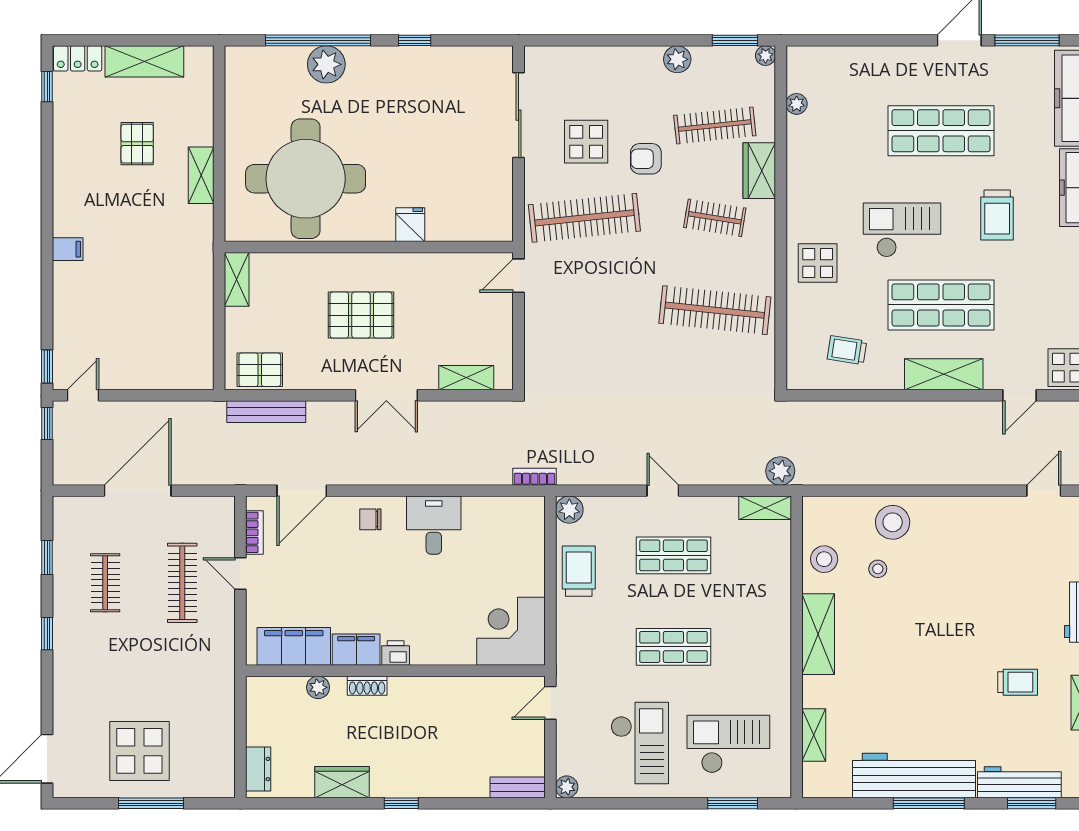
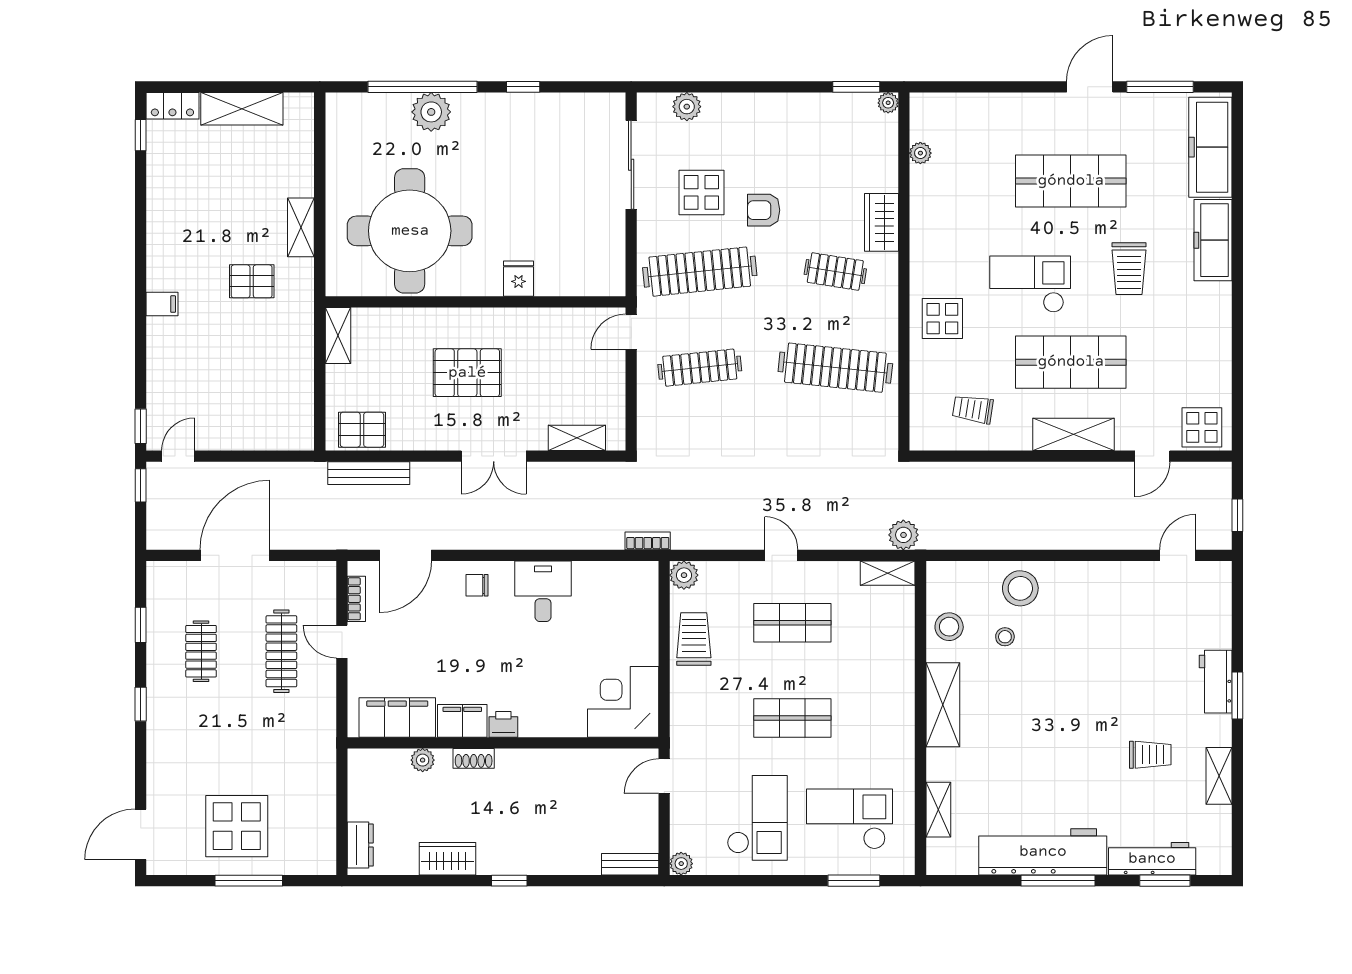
plant: (677, 59) -> (687, 107), moved
clothes rail: (715, 125) -> (700, 368), moved
pallet: (137, 144) -> (252, 281), moved, turned 90

